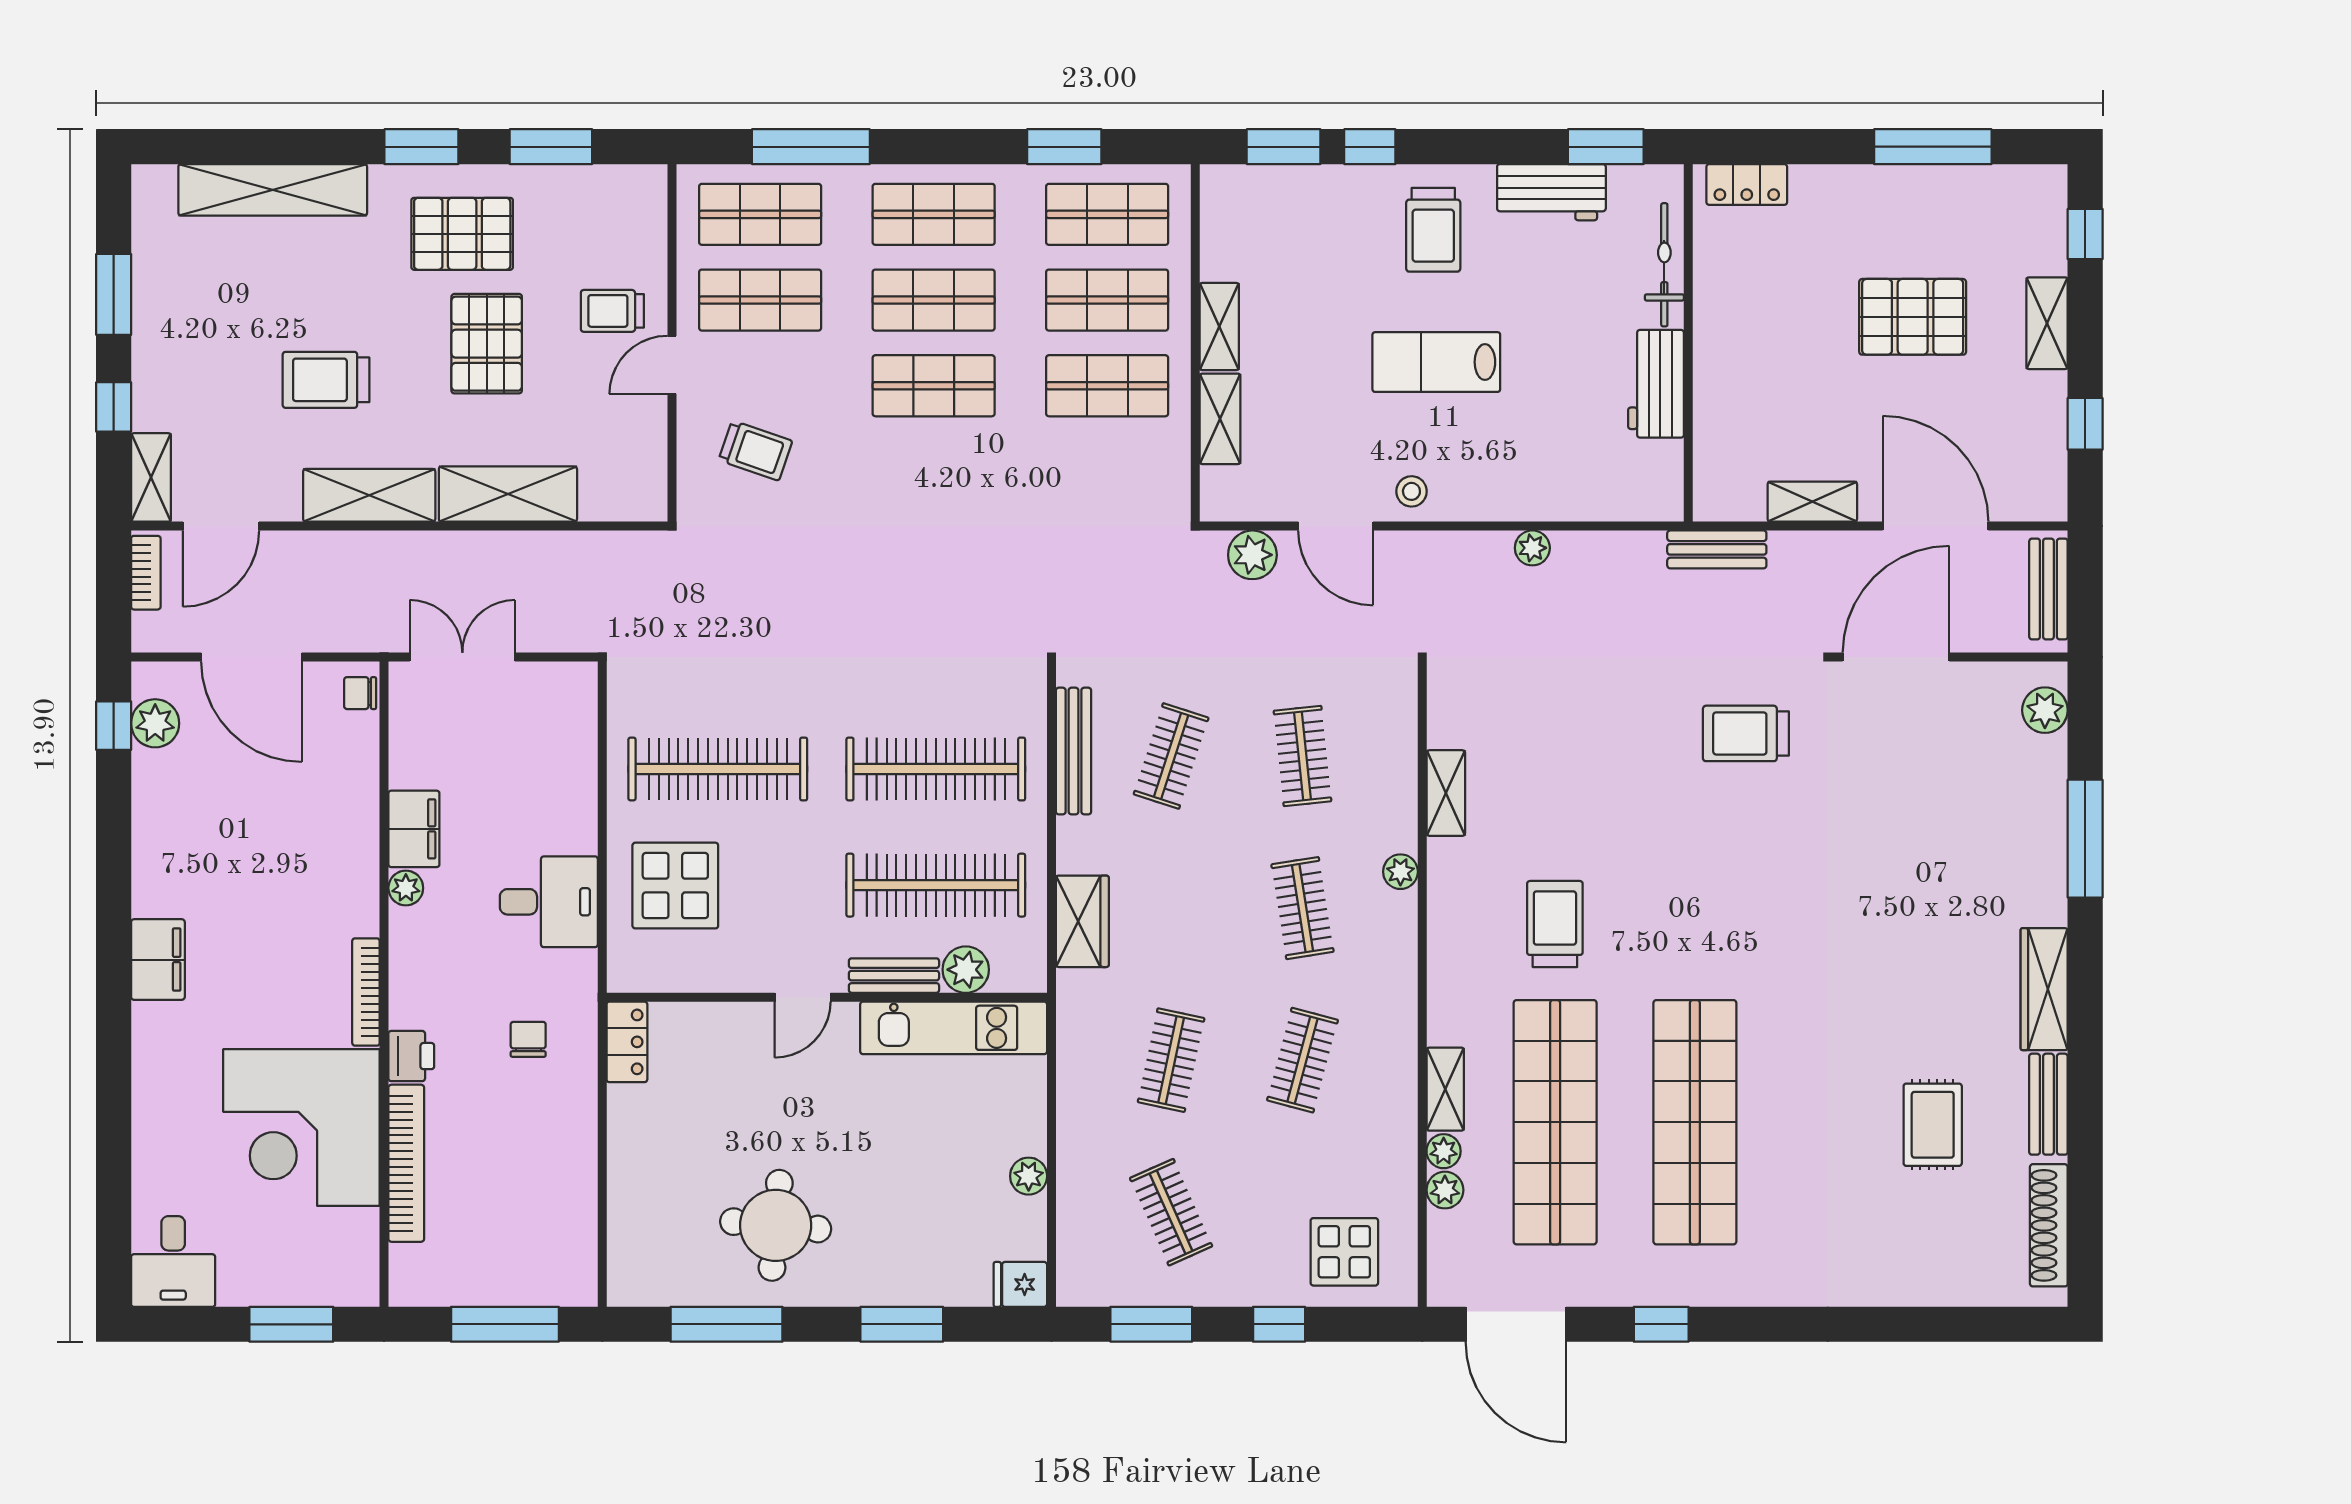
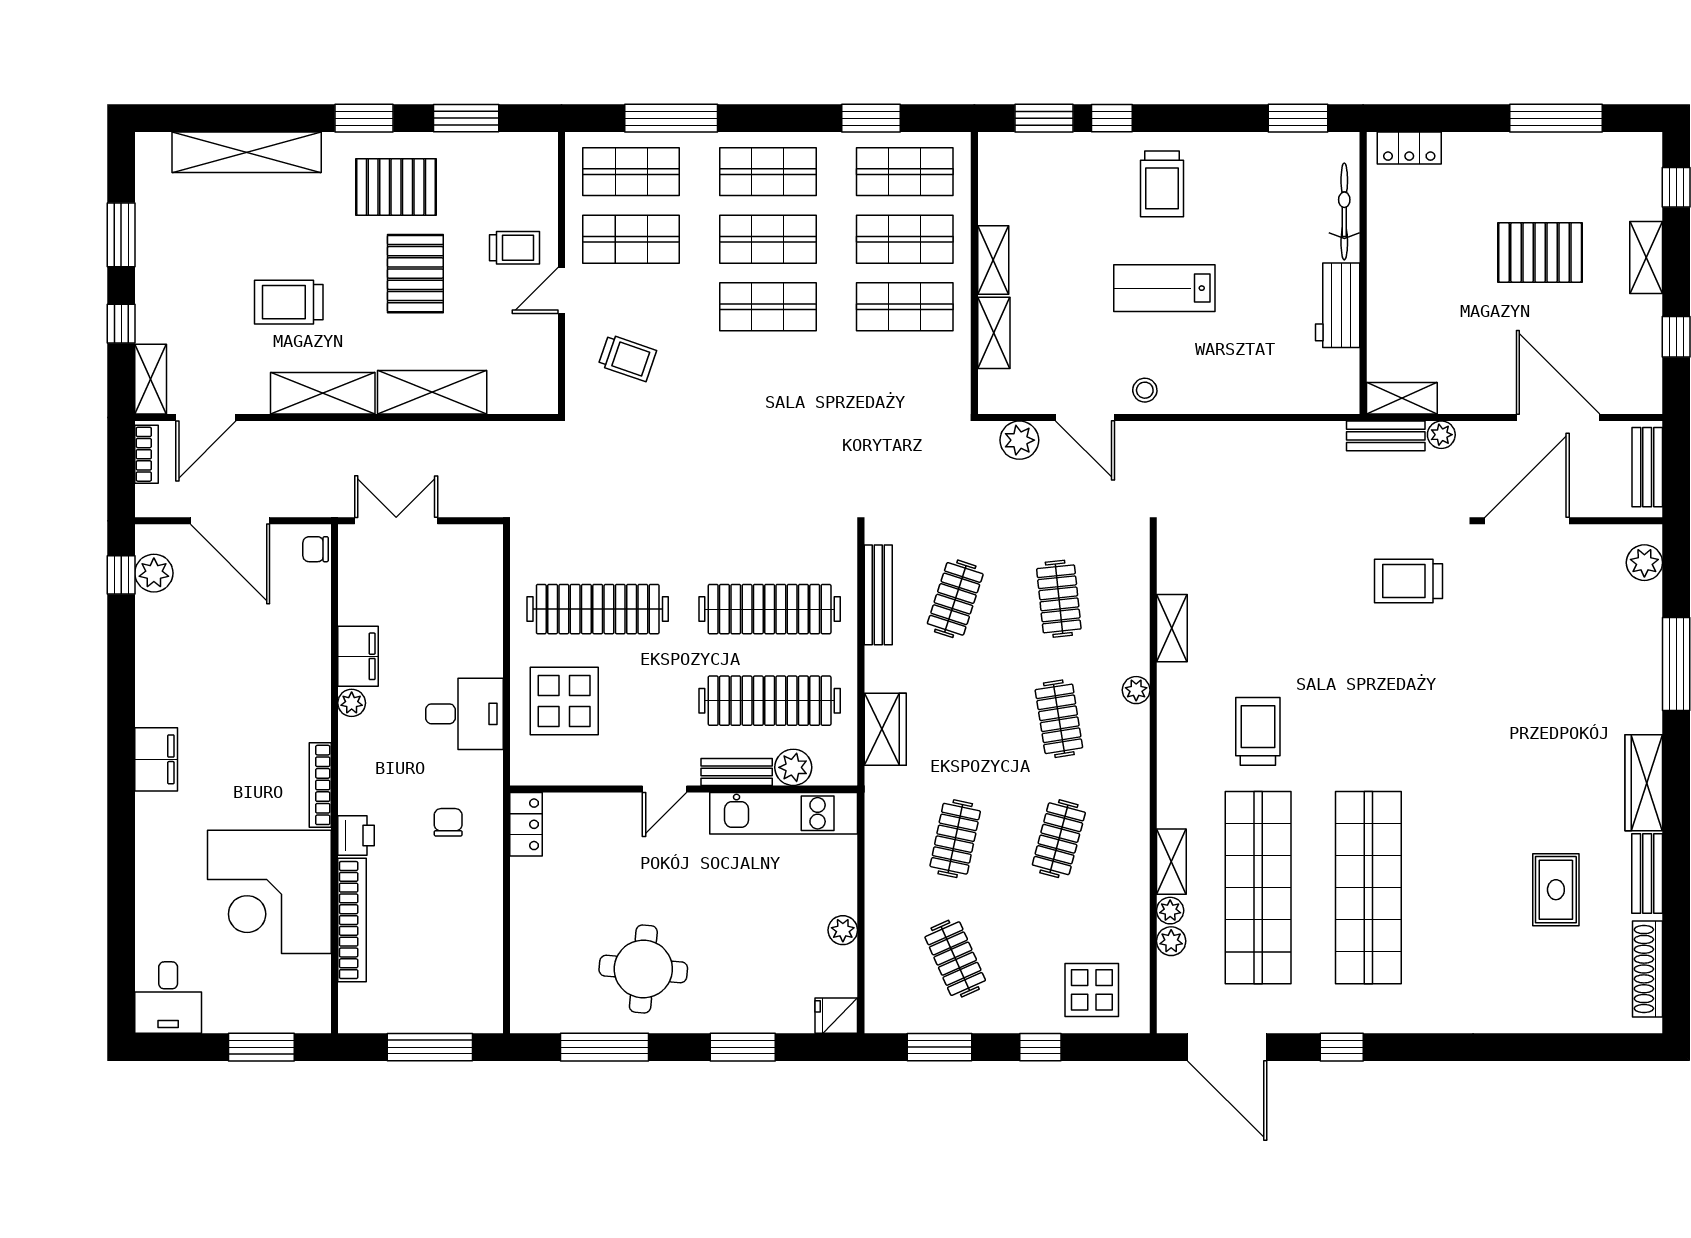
workbench: (1551, 192) -> (1255, 154), removed
trolley: (612, 311) -> (515, 248), turned 180
shelving: (1812, 502) -> (1402, 398), moved
plant: (1532, 548) -> (1441, 435), moved

